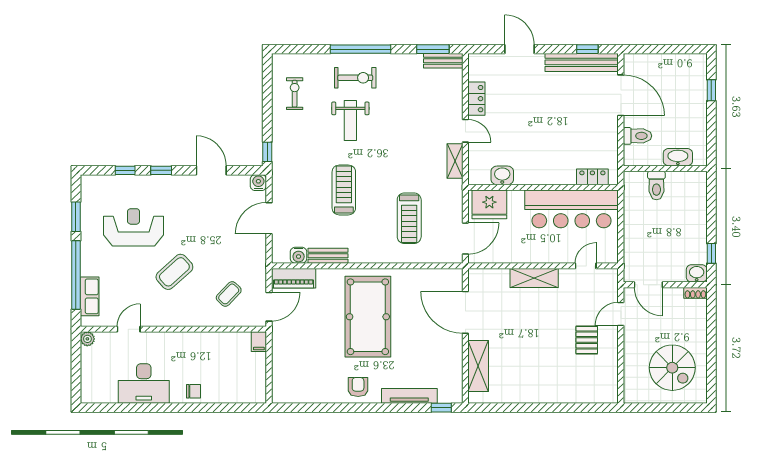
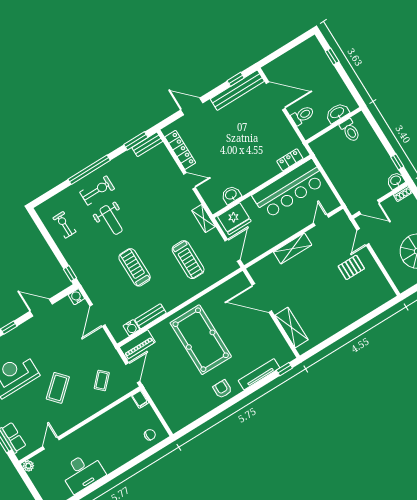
locker: (476, 99) -> (180, 150), width x1.53
shelving: (455, 161) -> (204, 218), moved
toilet: (656, 186) -> (350, 130), moved
pallet: (587, 340) -> (351, 267), turned 90
chair: (194, 391) -> (150, 435), moved

